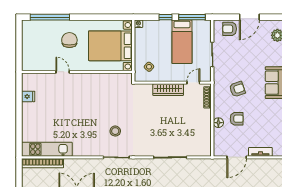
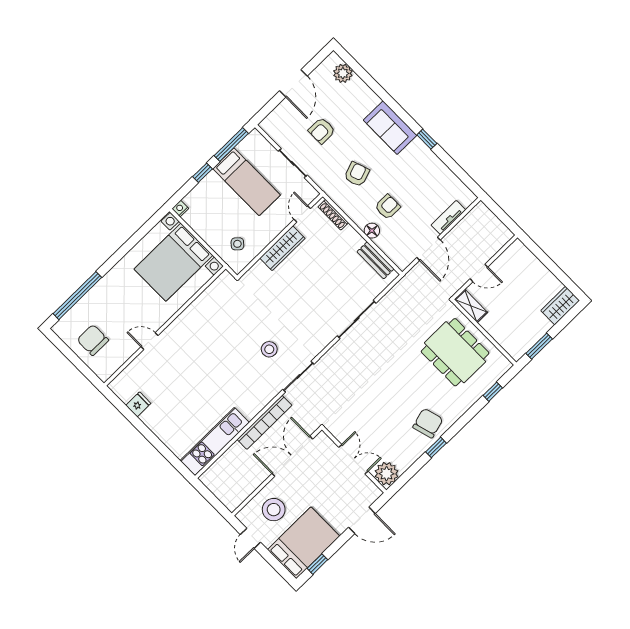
armchair: (230, 29) -> (322, 131), moved
chair: (69, 40) -> (93, 340), moved
bench: (206, 138) -> (376, 260), added
bookcase: (43, 163) -> (264, 422), moved

